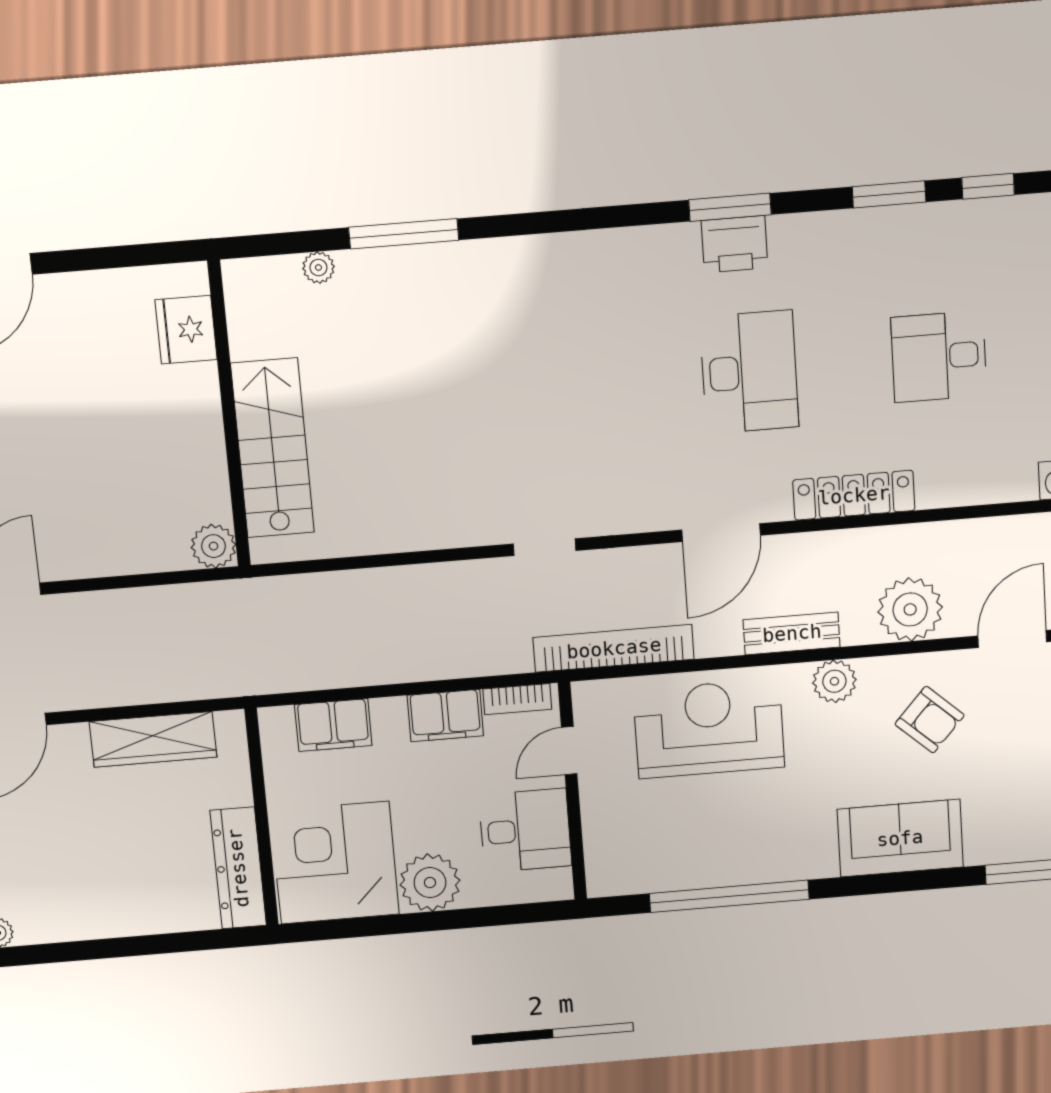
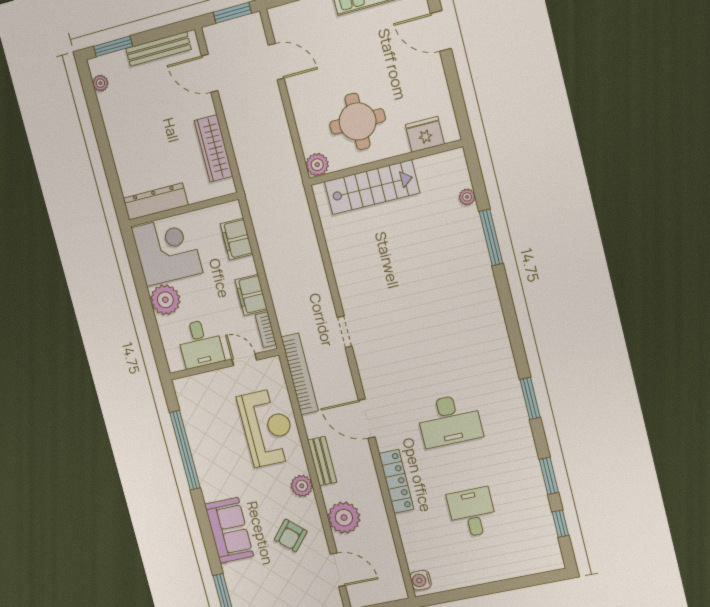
printer: (735, 244) -> (512, 403), removed
round table: (142, 455) -> (358, 121), added

